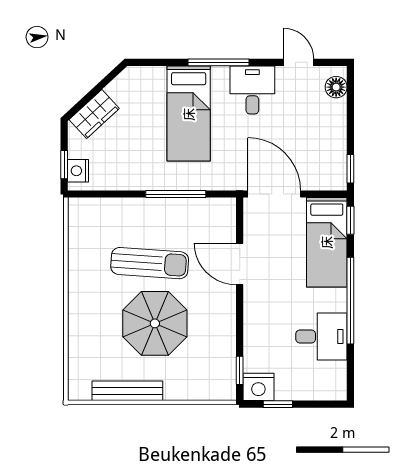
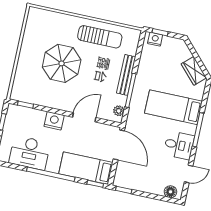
wardrobe: (94, 114) -> (194, 71), moved
door: (274, 194) -> (119, 145), hinge flipped
plant: (215, 207) -> (119, 111), added
sun lounger: (150, 263) -> (100, 37), moved, turned -94
desk: (321, 336) -> (30, 153), width x1.37
nightstand: (258, 387) -> (54, 121), moved, turned 90
bench: (127, 391) -> (126, 75), moved

